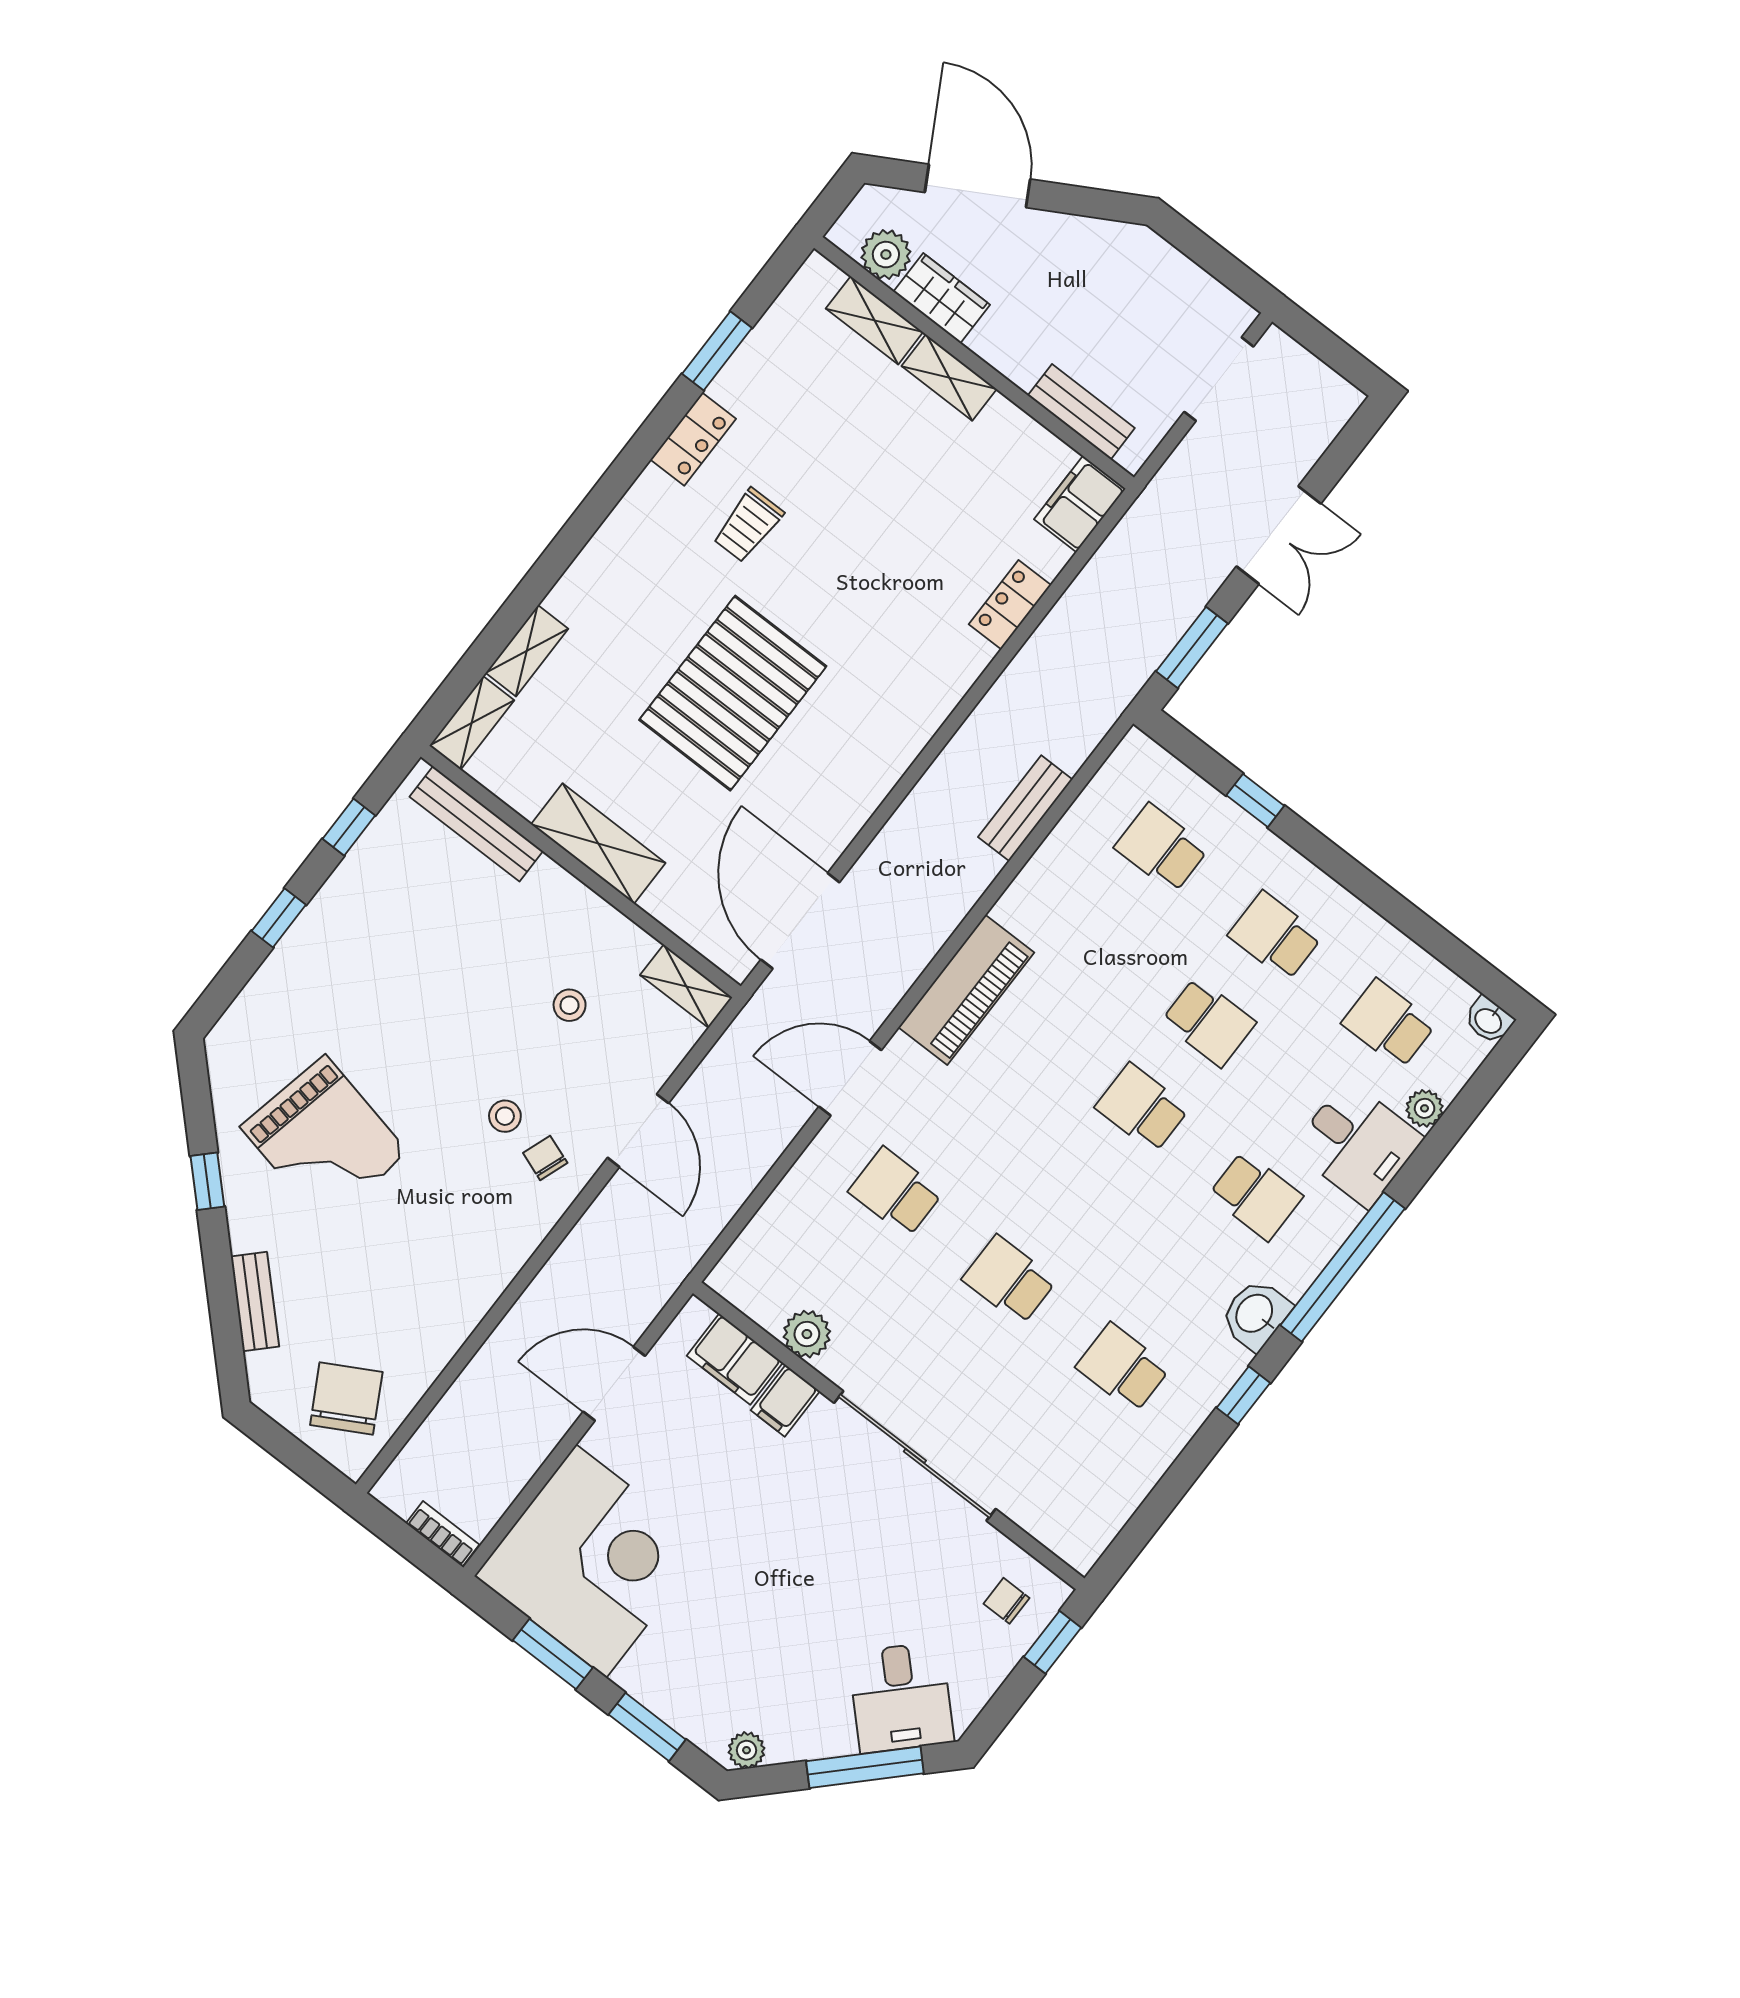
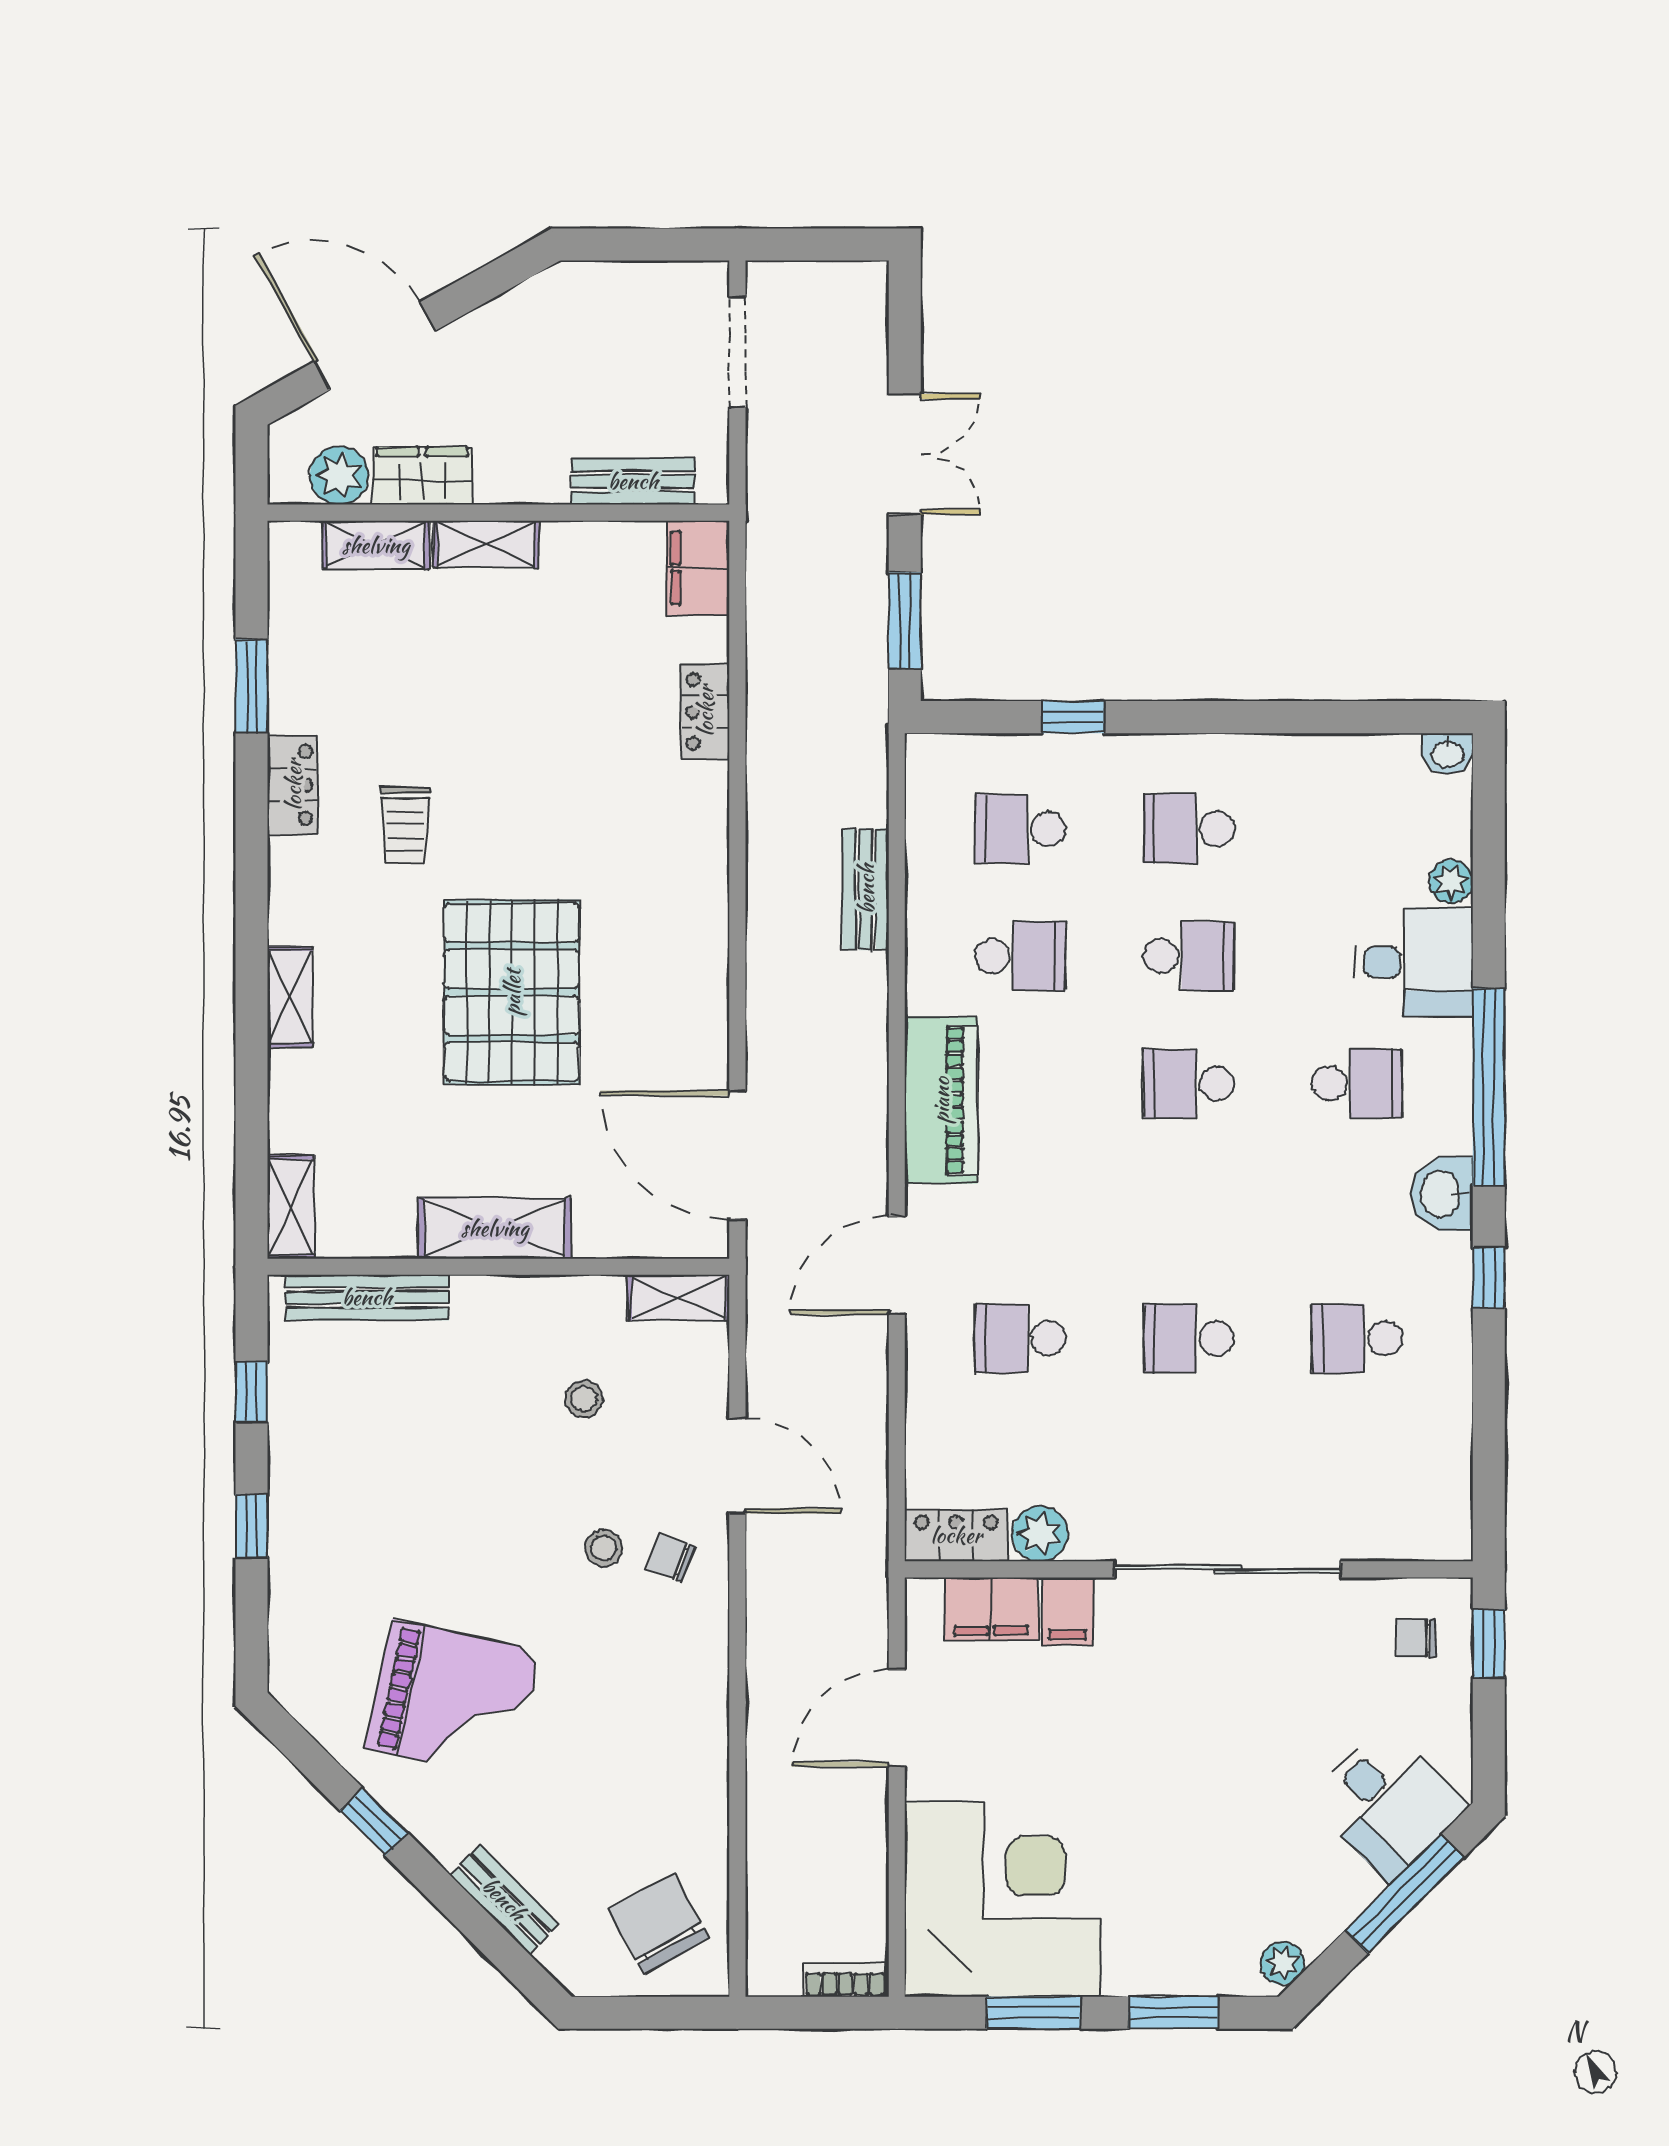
shelving: (527, 651) -> (290, 997), moved
school desk: (1389, 1024) -> (1020, 956), moved, turned 180
locker: (750, 1292) -> (956, 1535), added

